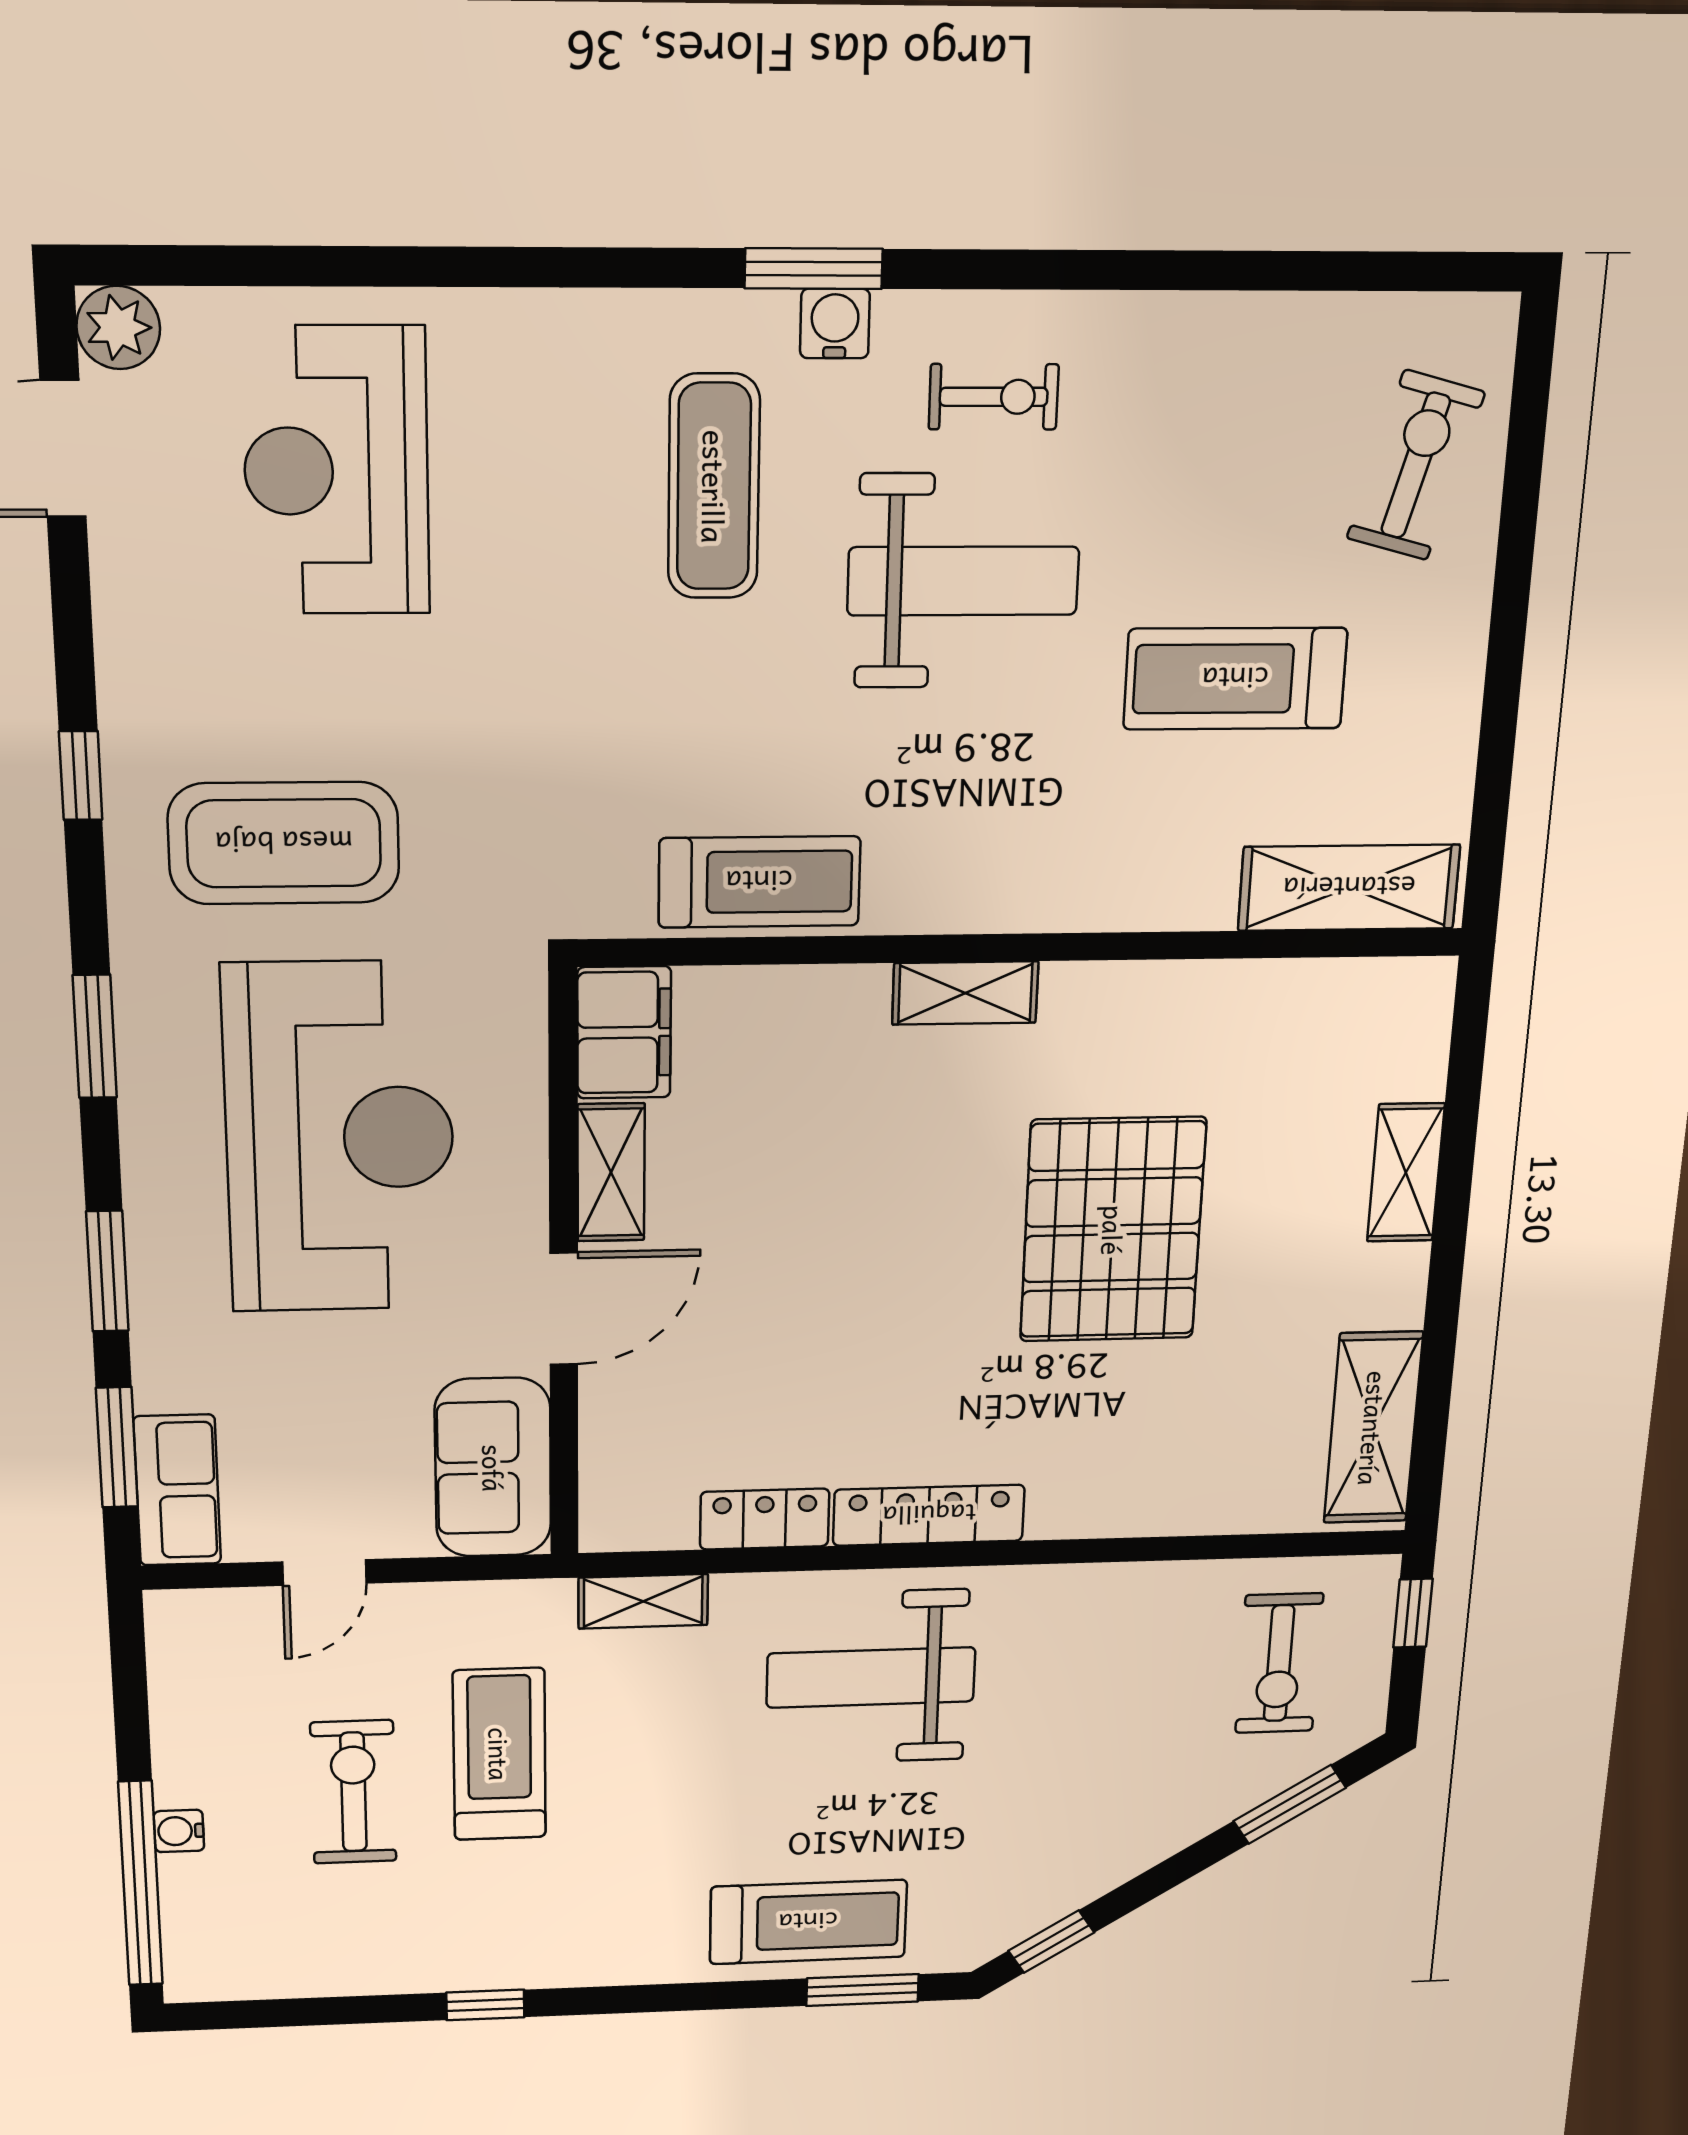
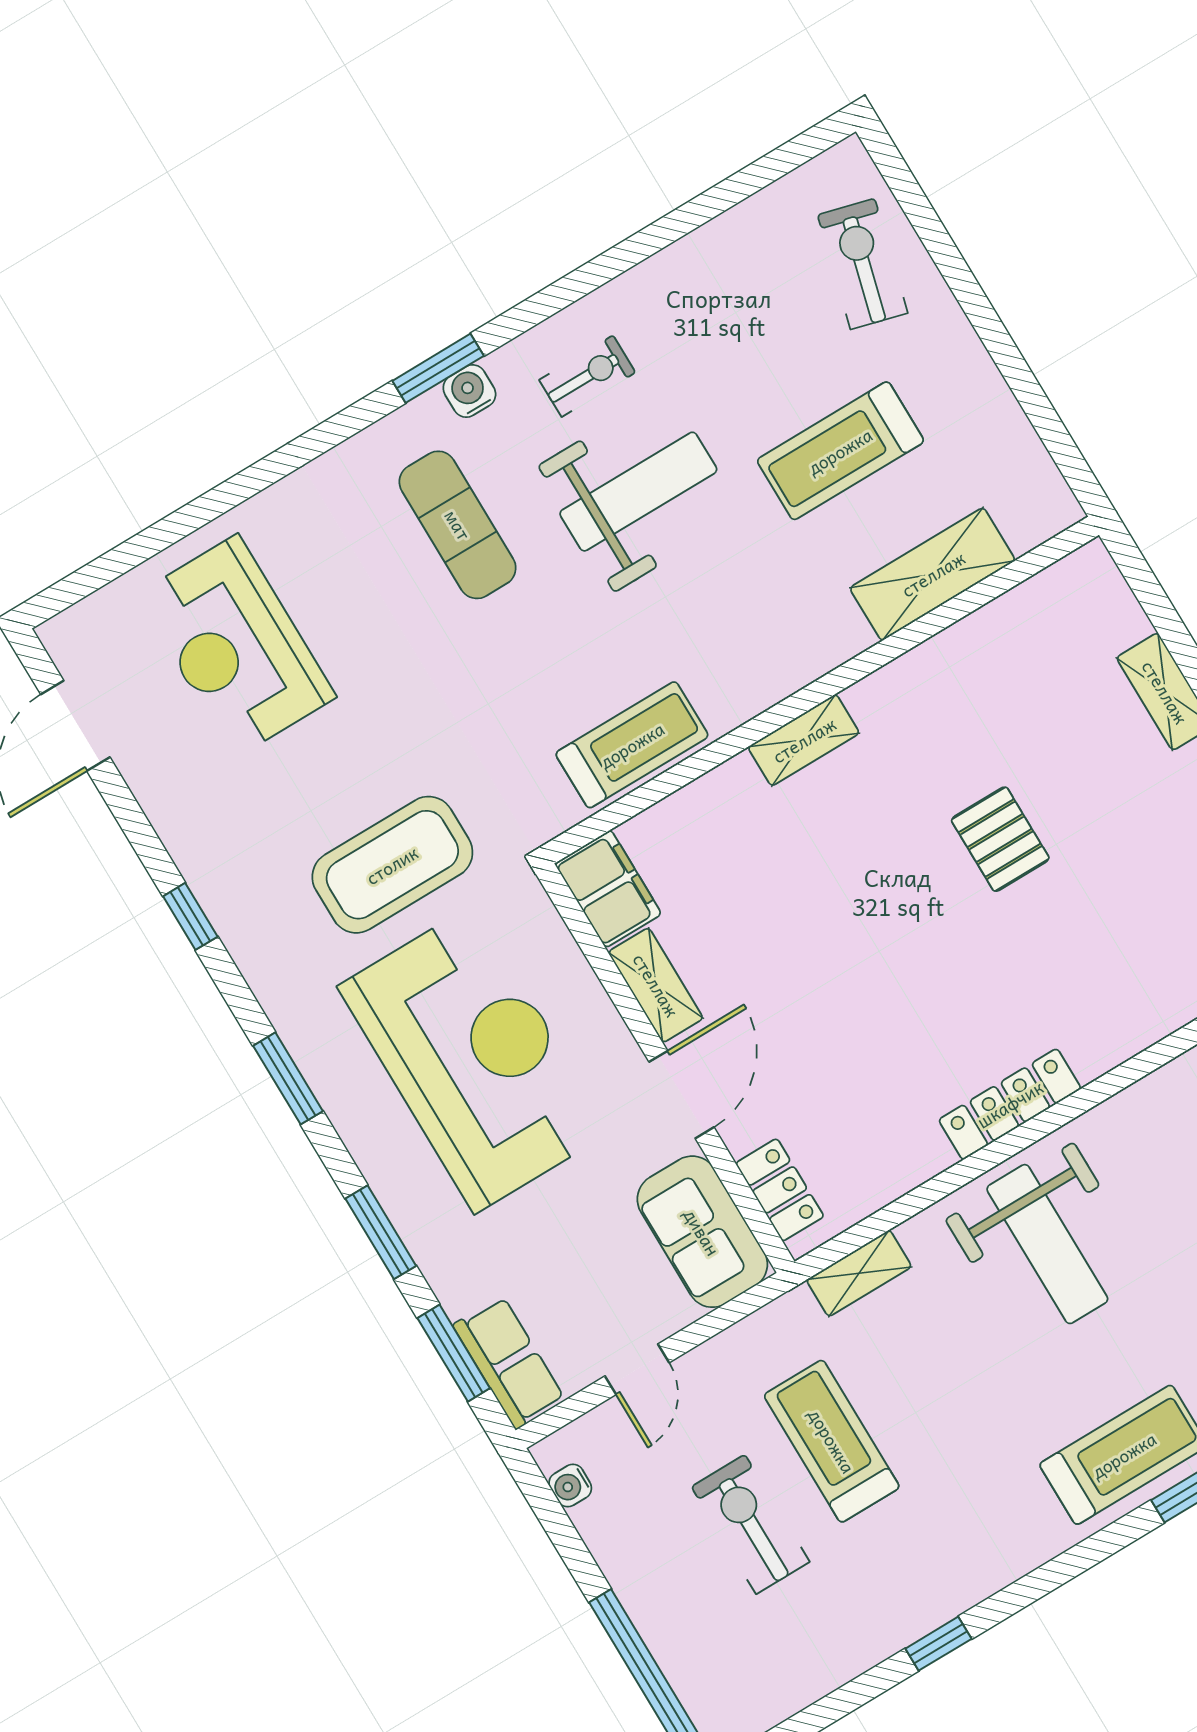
plant: (118, 327) -> (69, 638), removed
coffee table: (284, 843) -> (392, 865), moved
shelving: (1349, 888) -> (933, 574), moved
pallet: (1113, 1230) -> (1000, 839), width x0.49, depth x0.50
locker: (765, 1519) -> (780, 1190), moved, turned 90
weight bench: (871, 1677) -> (1047, 1244), turned -90
water cooler: (179, 1831) -> (570, 1486), moved

